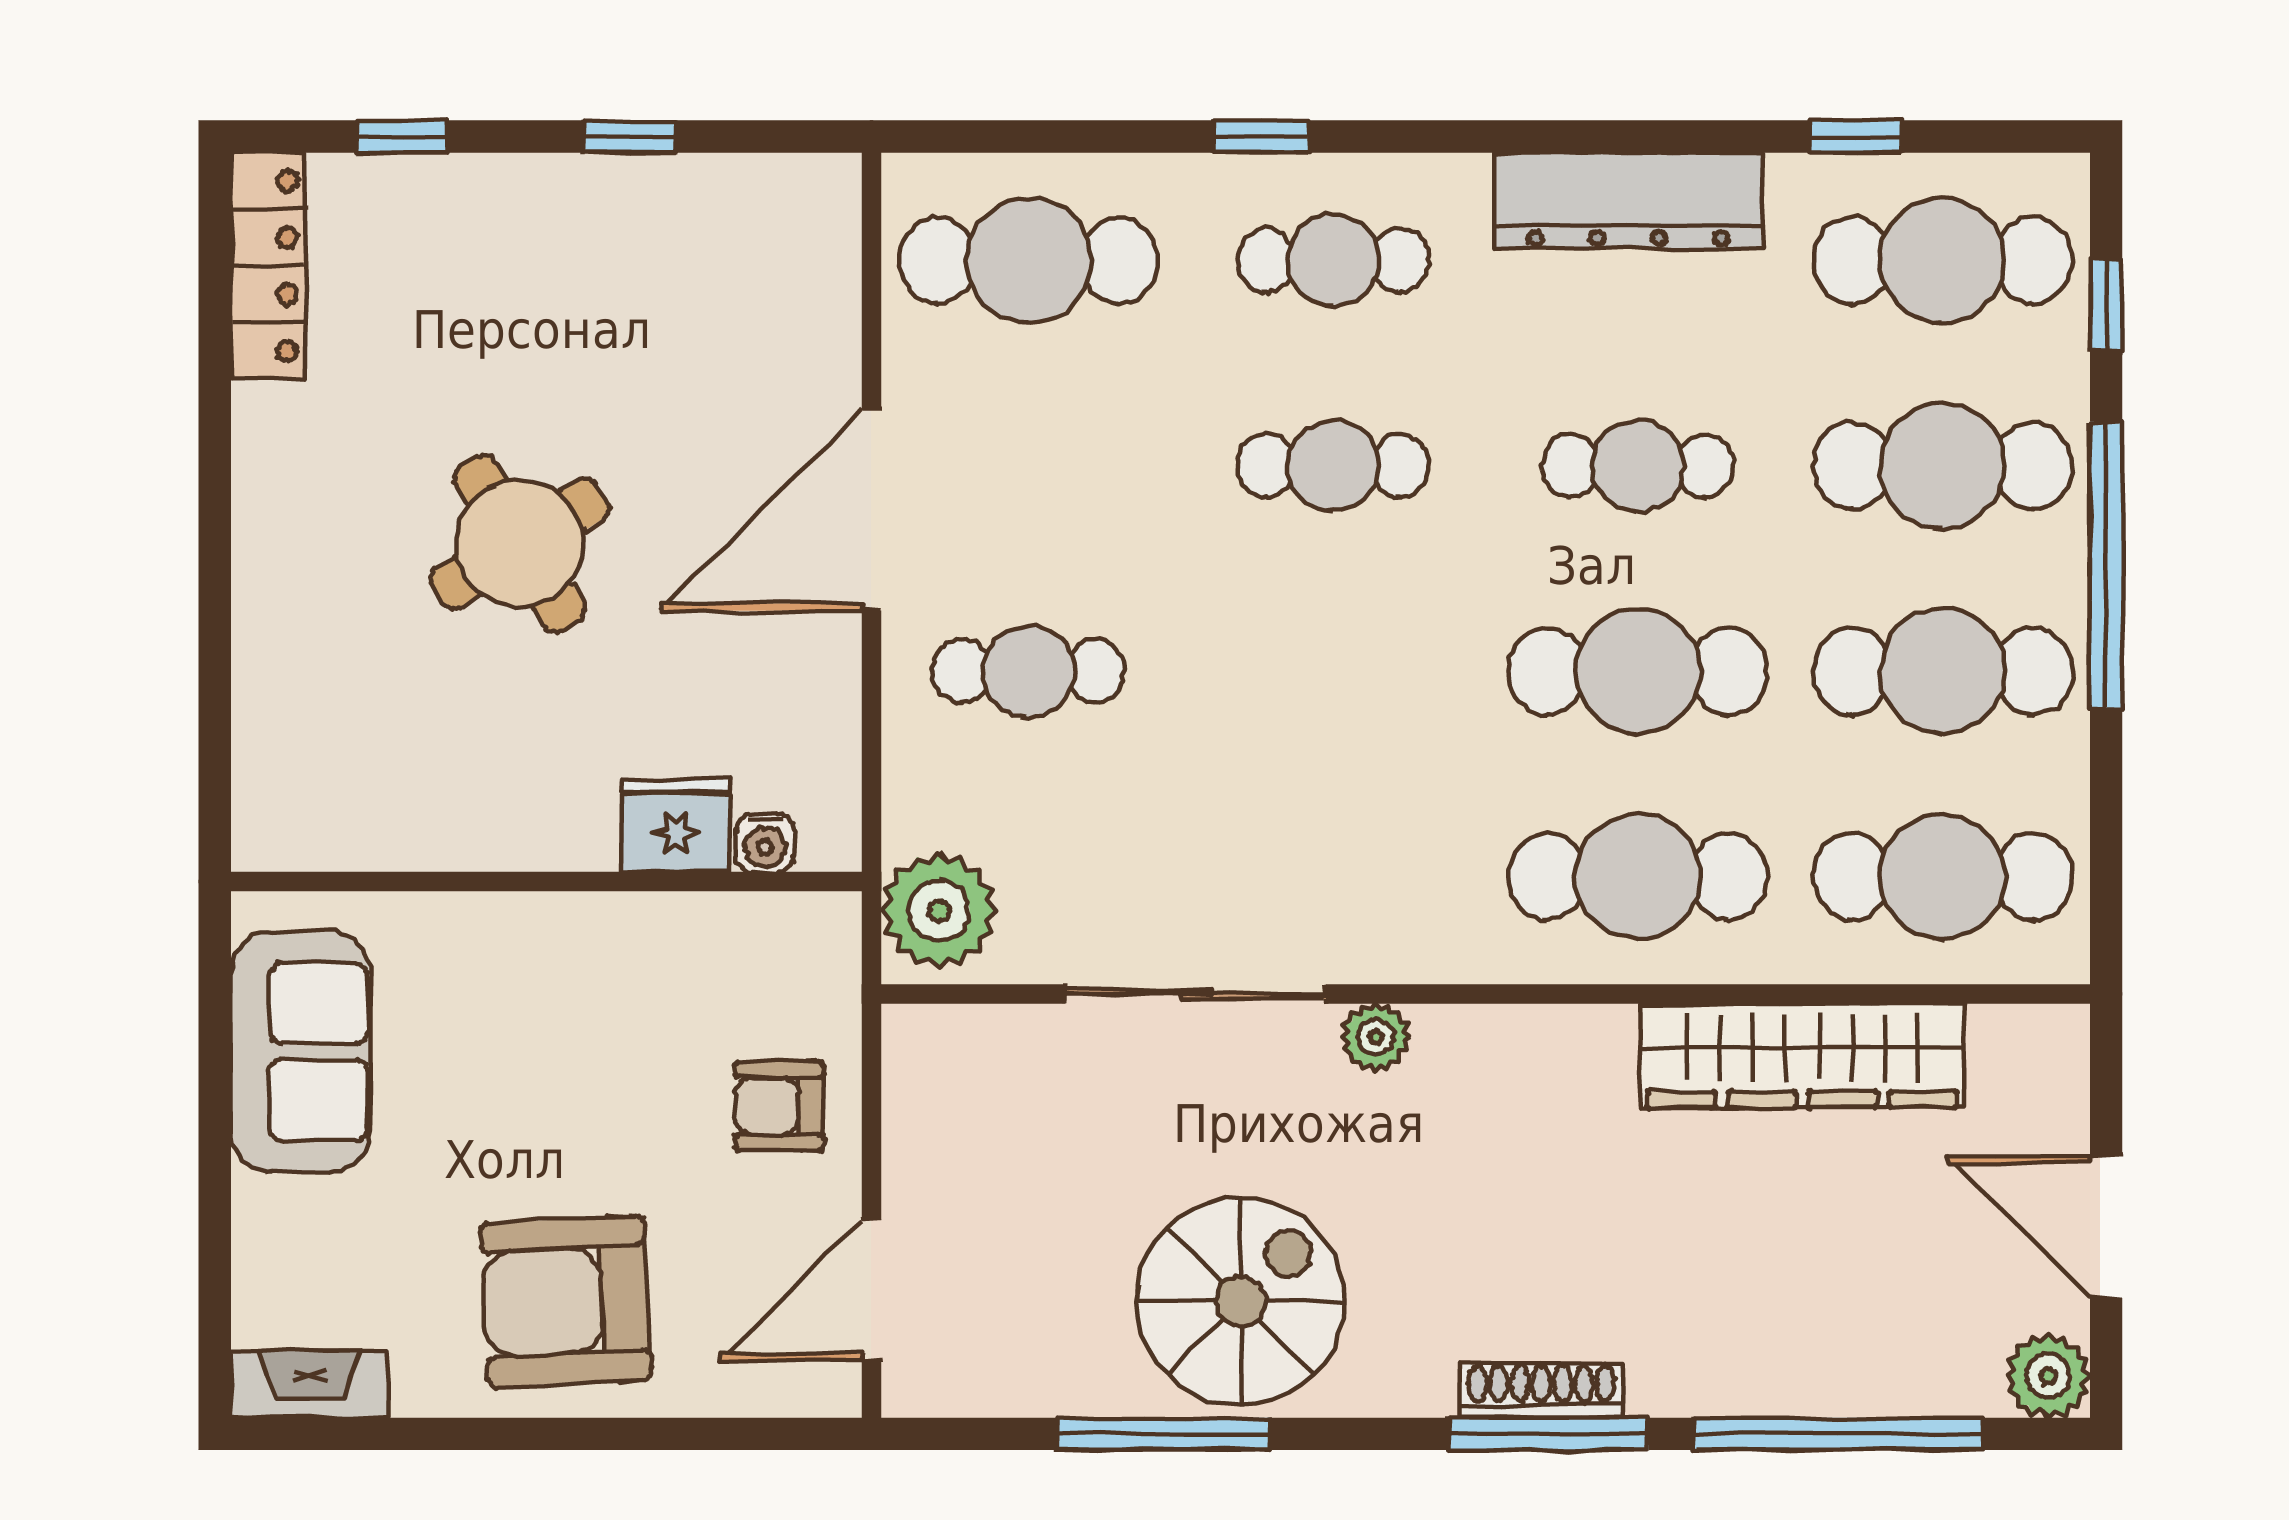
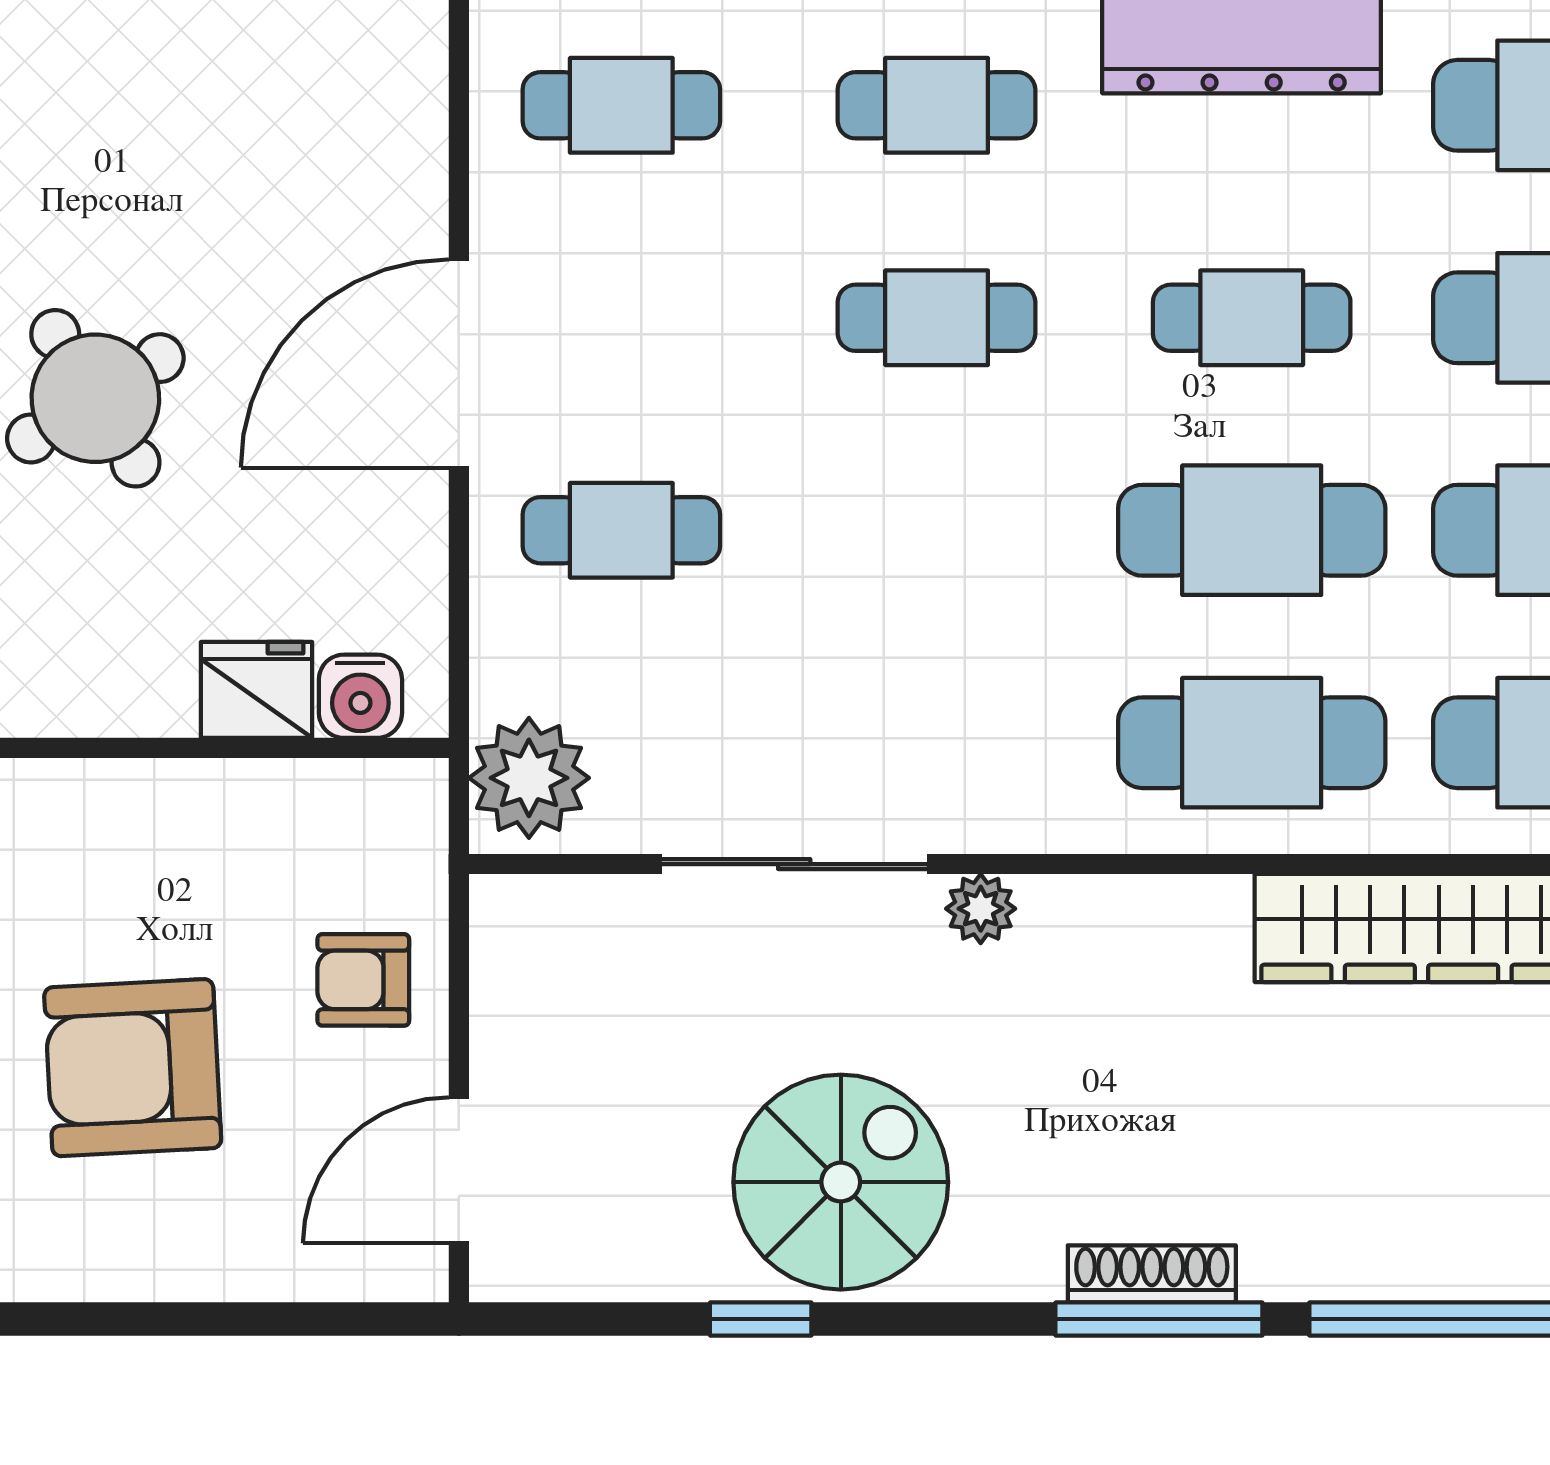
cafe table: (1028, 260) -> (621, 105), width x0.73, depth x0.74
water cooler: (765, 843) -> (360, 696), width x1.38, depth x1.38
armchair: (566, 1301) -> (133, 1068), moved
window: (1163, 1434) -> (761, 1319), width x0.46

